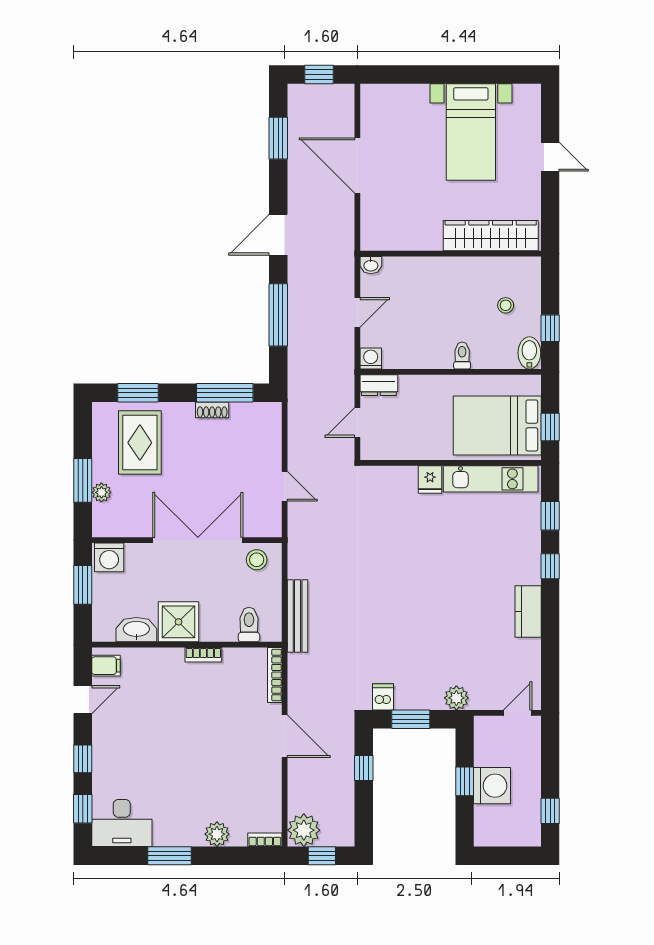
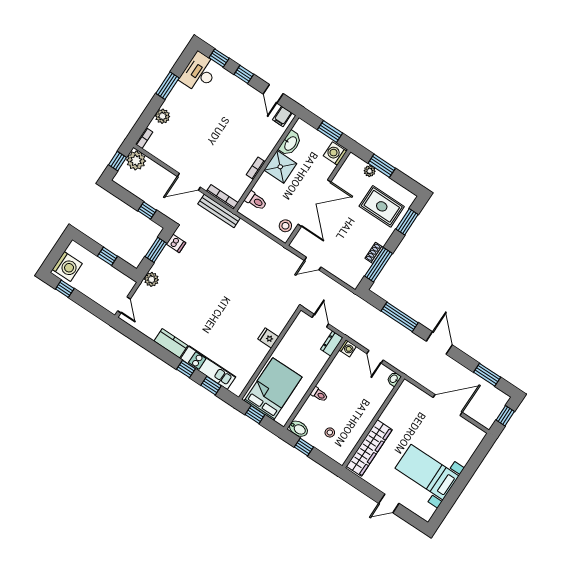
kitchen unit: (491, 479) -> (208, 368), moved, turned 90
bench: (298, 616) -> (219, 211), moved
washing machine: (492, 786) -> (67, 267), moved, turned -90

